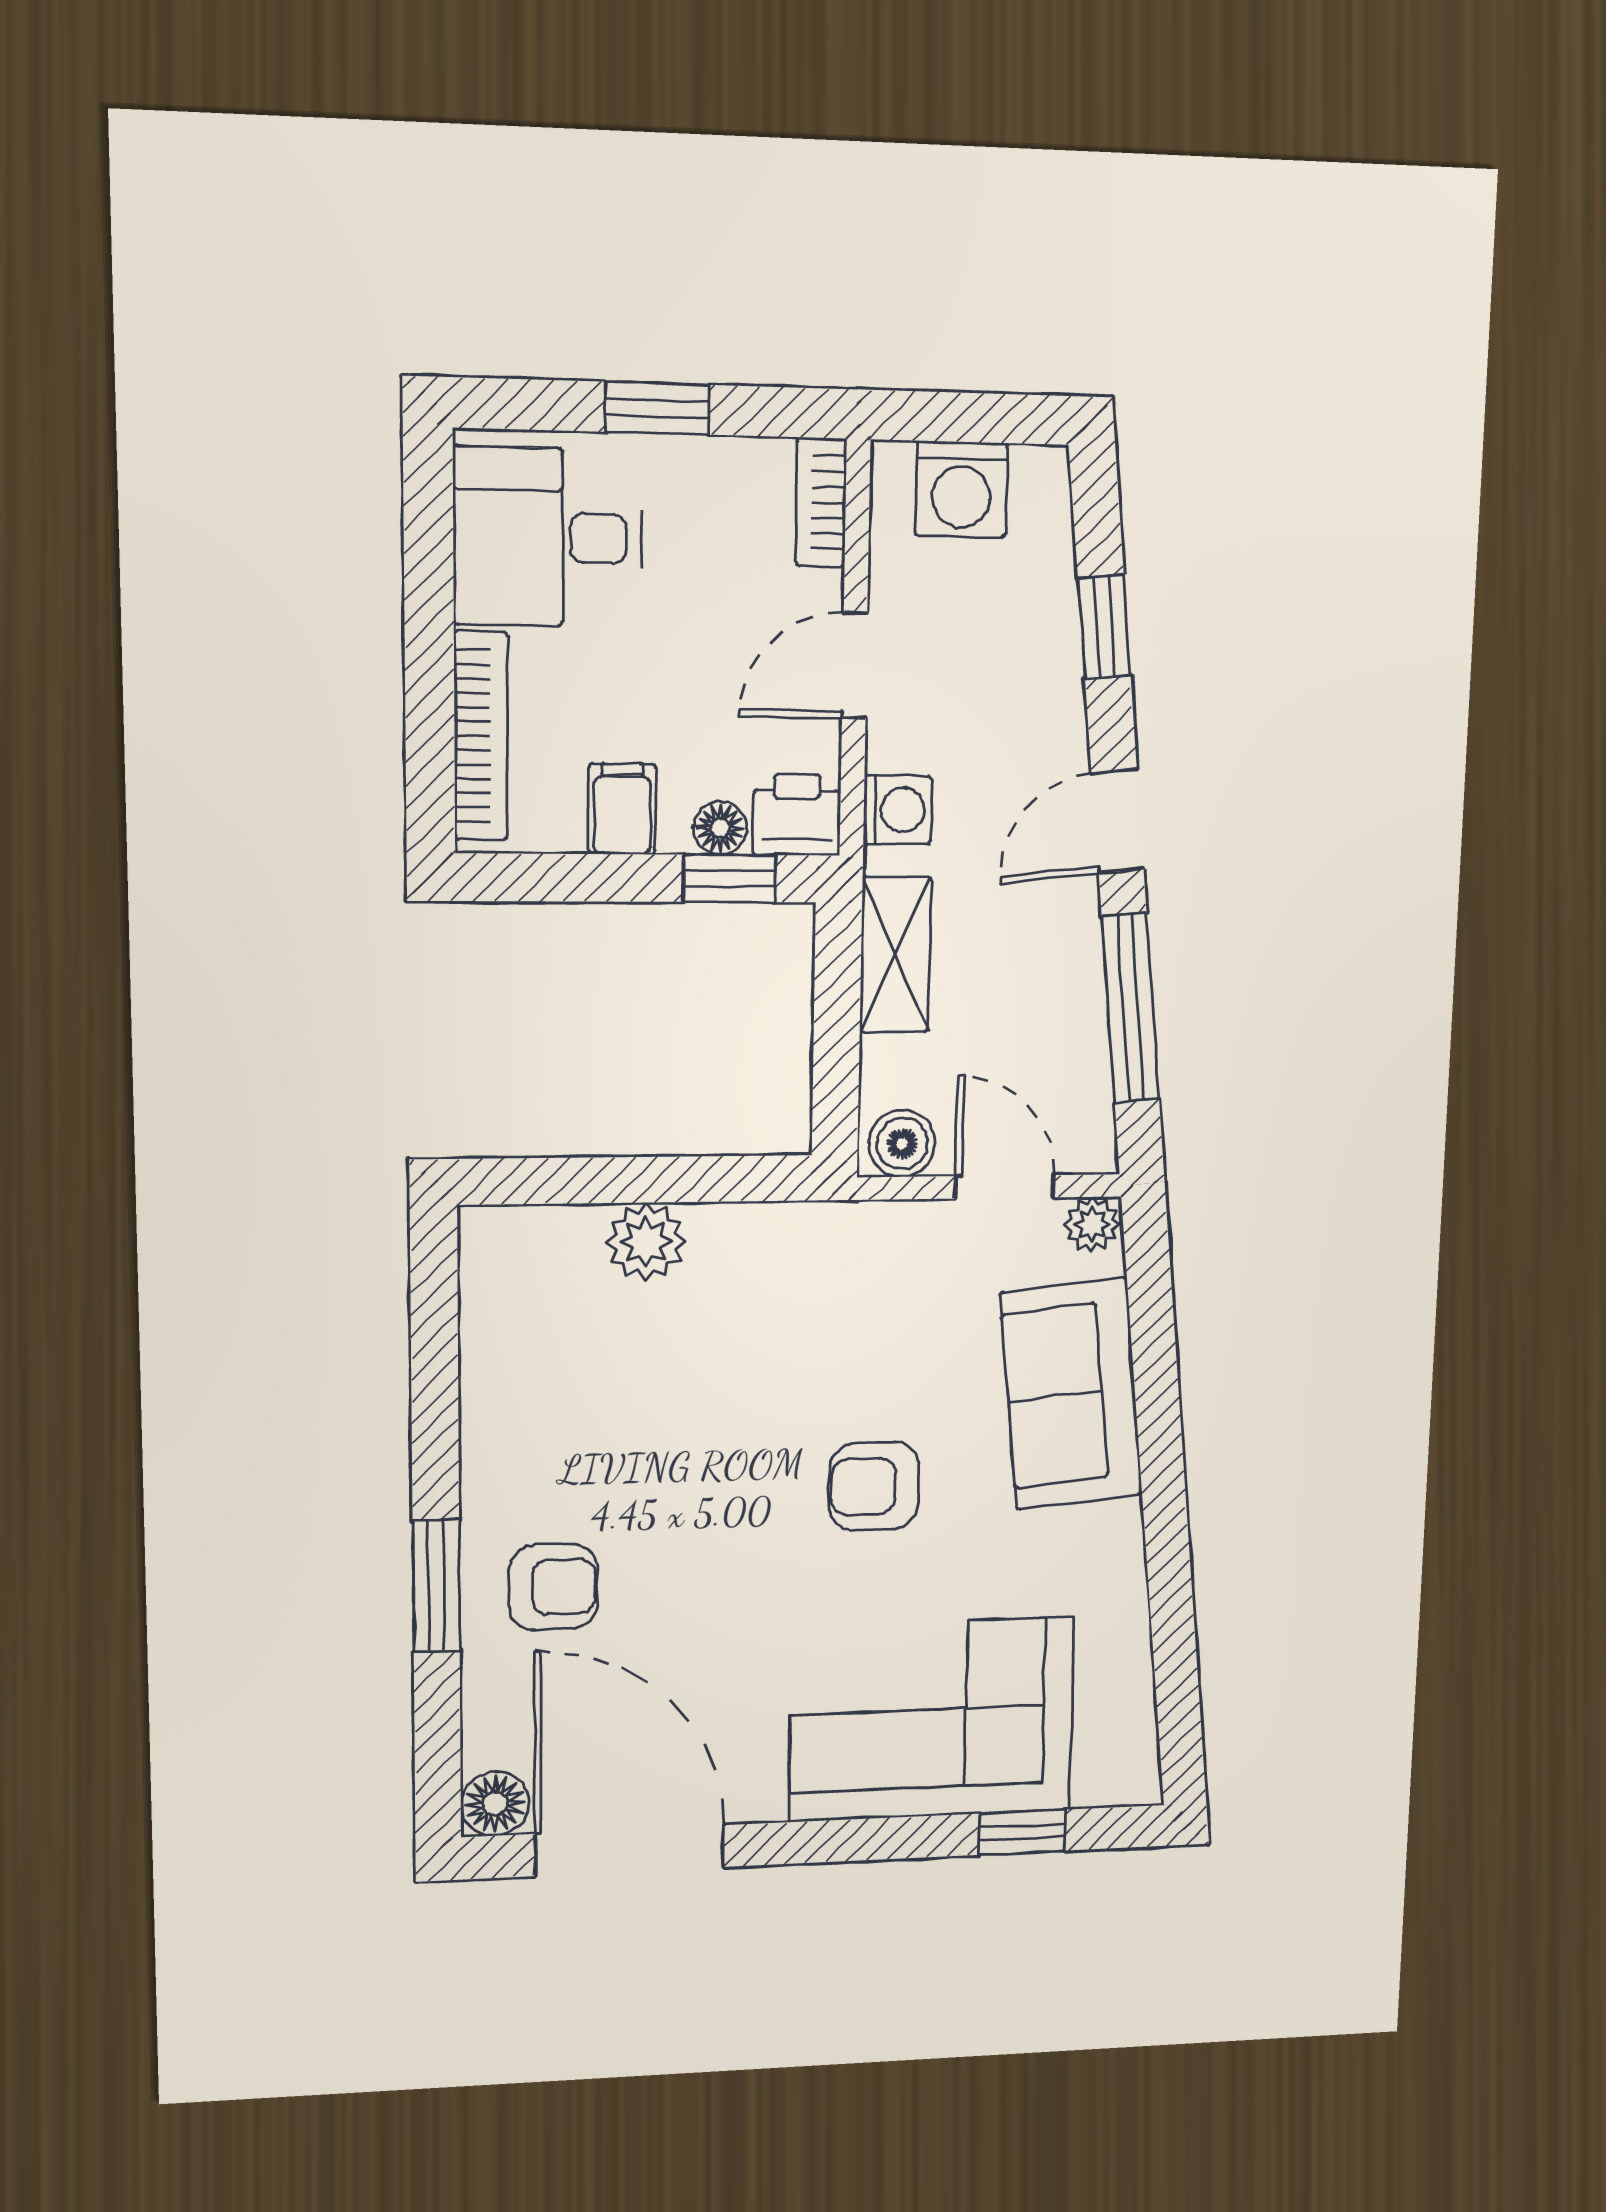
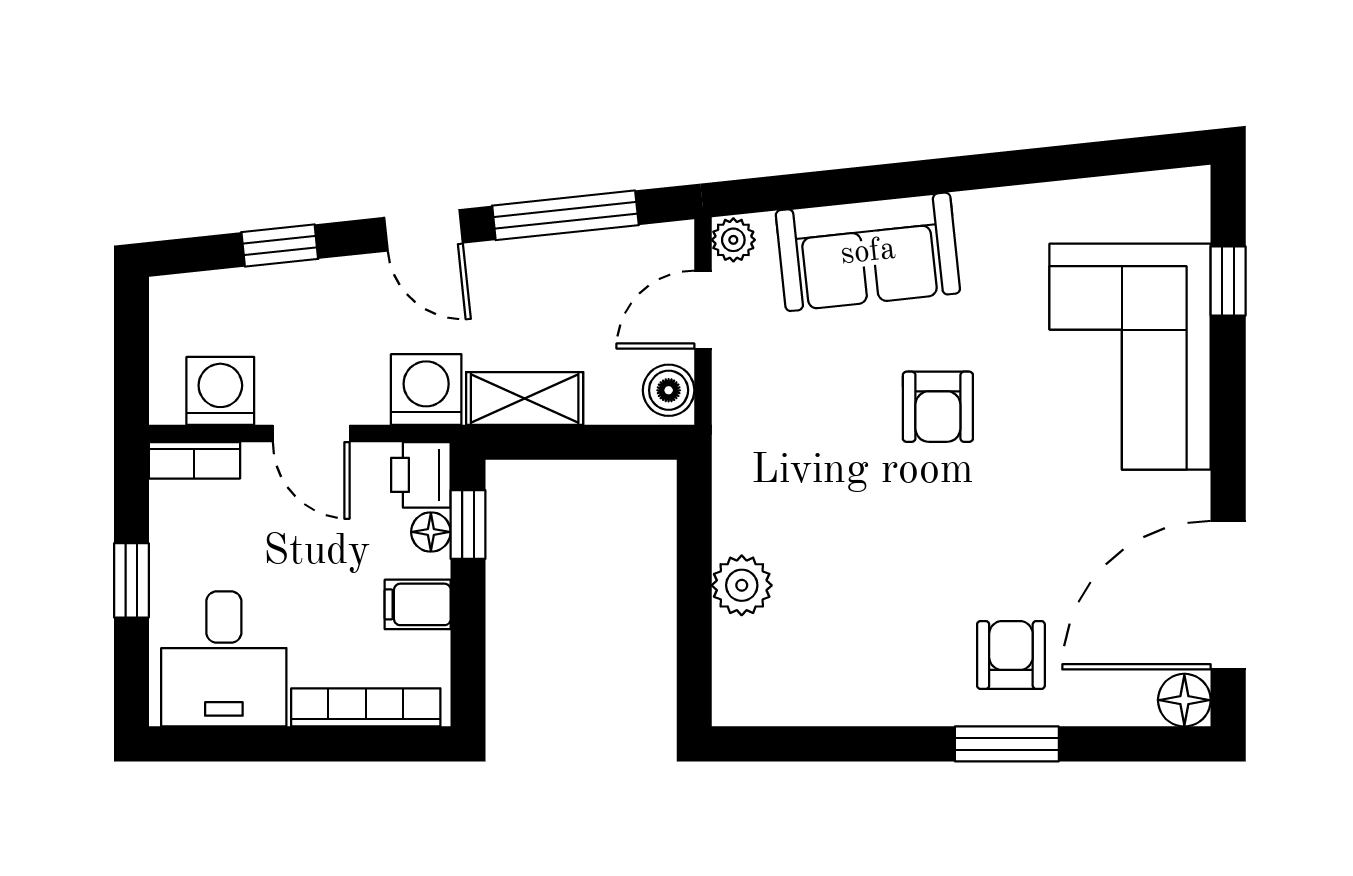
washing machine: (961, 489) -> (220, 391), moved, turned -90
washing machine: (897, 810) -> (426, 389), width x1.38, depth x1.38

